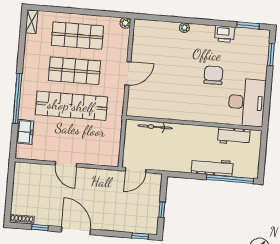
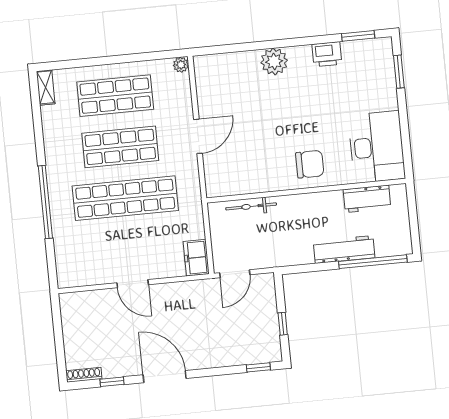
plant: (184, 28) -> (274, 61), width x1.88, depth x1.88
chair: (213, 75) -> (310, 164), moved, turned 90
freezer: (25, 132) -> (196, 258), moved, turned 180

